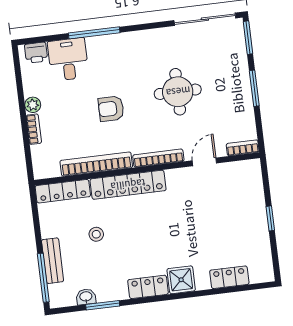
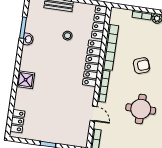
armchair: (111, 109) -> (142, 66), turned 70
locker: (229, 277) -> (17, 121), moved
locker: (148, 287) -> (27, 58), removed
washbasin: (86, 297) -> (28, 39), moved

